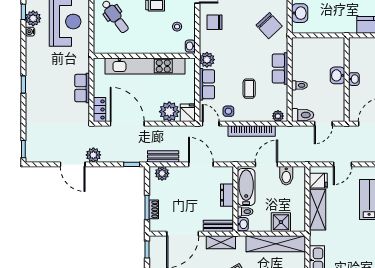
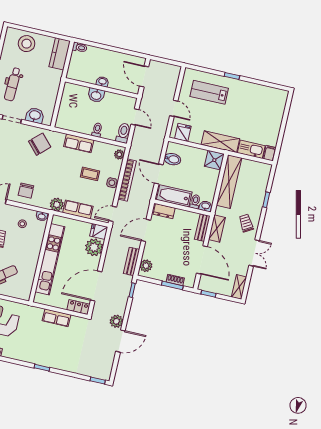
side table: (228, 111) -> (112, 183), moved
dresser: (227, 195) -> (164, 211), moved
shelving: (317, 210) -> (220, 142), moved
shower: (281, 222) -> (214, 160), moved

